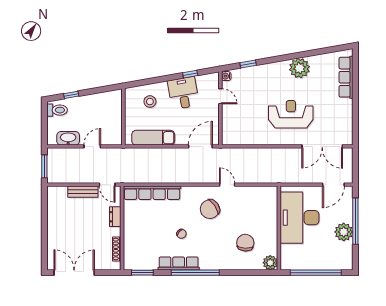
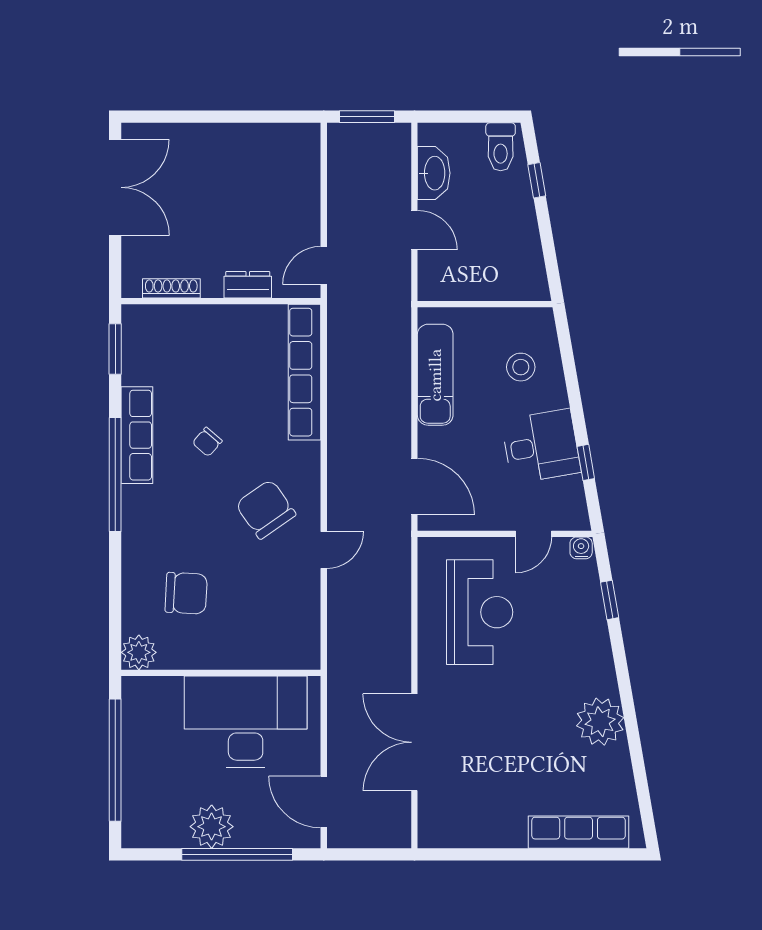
reception desk: (291, 114) -> (480, 612), moved
double door: (322, 146) -> (414, 742), moved
bench: (83, 192) -> (307, 208), removed

